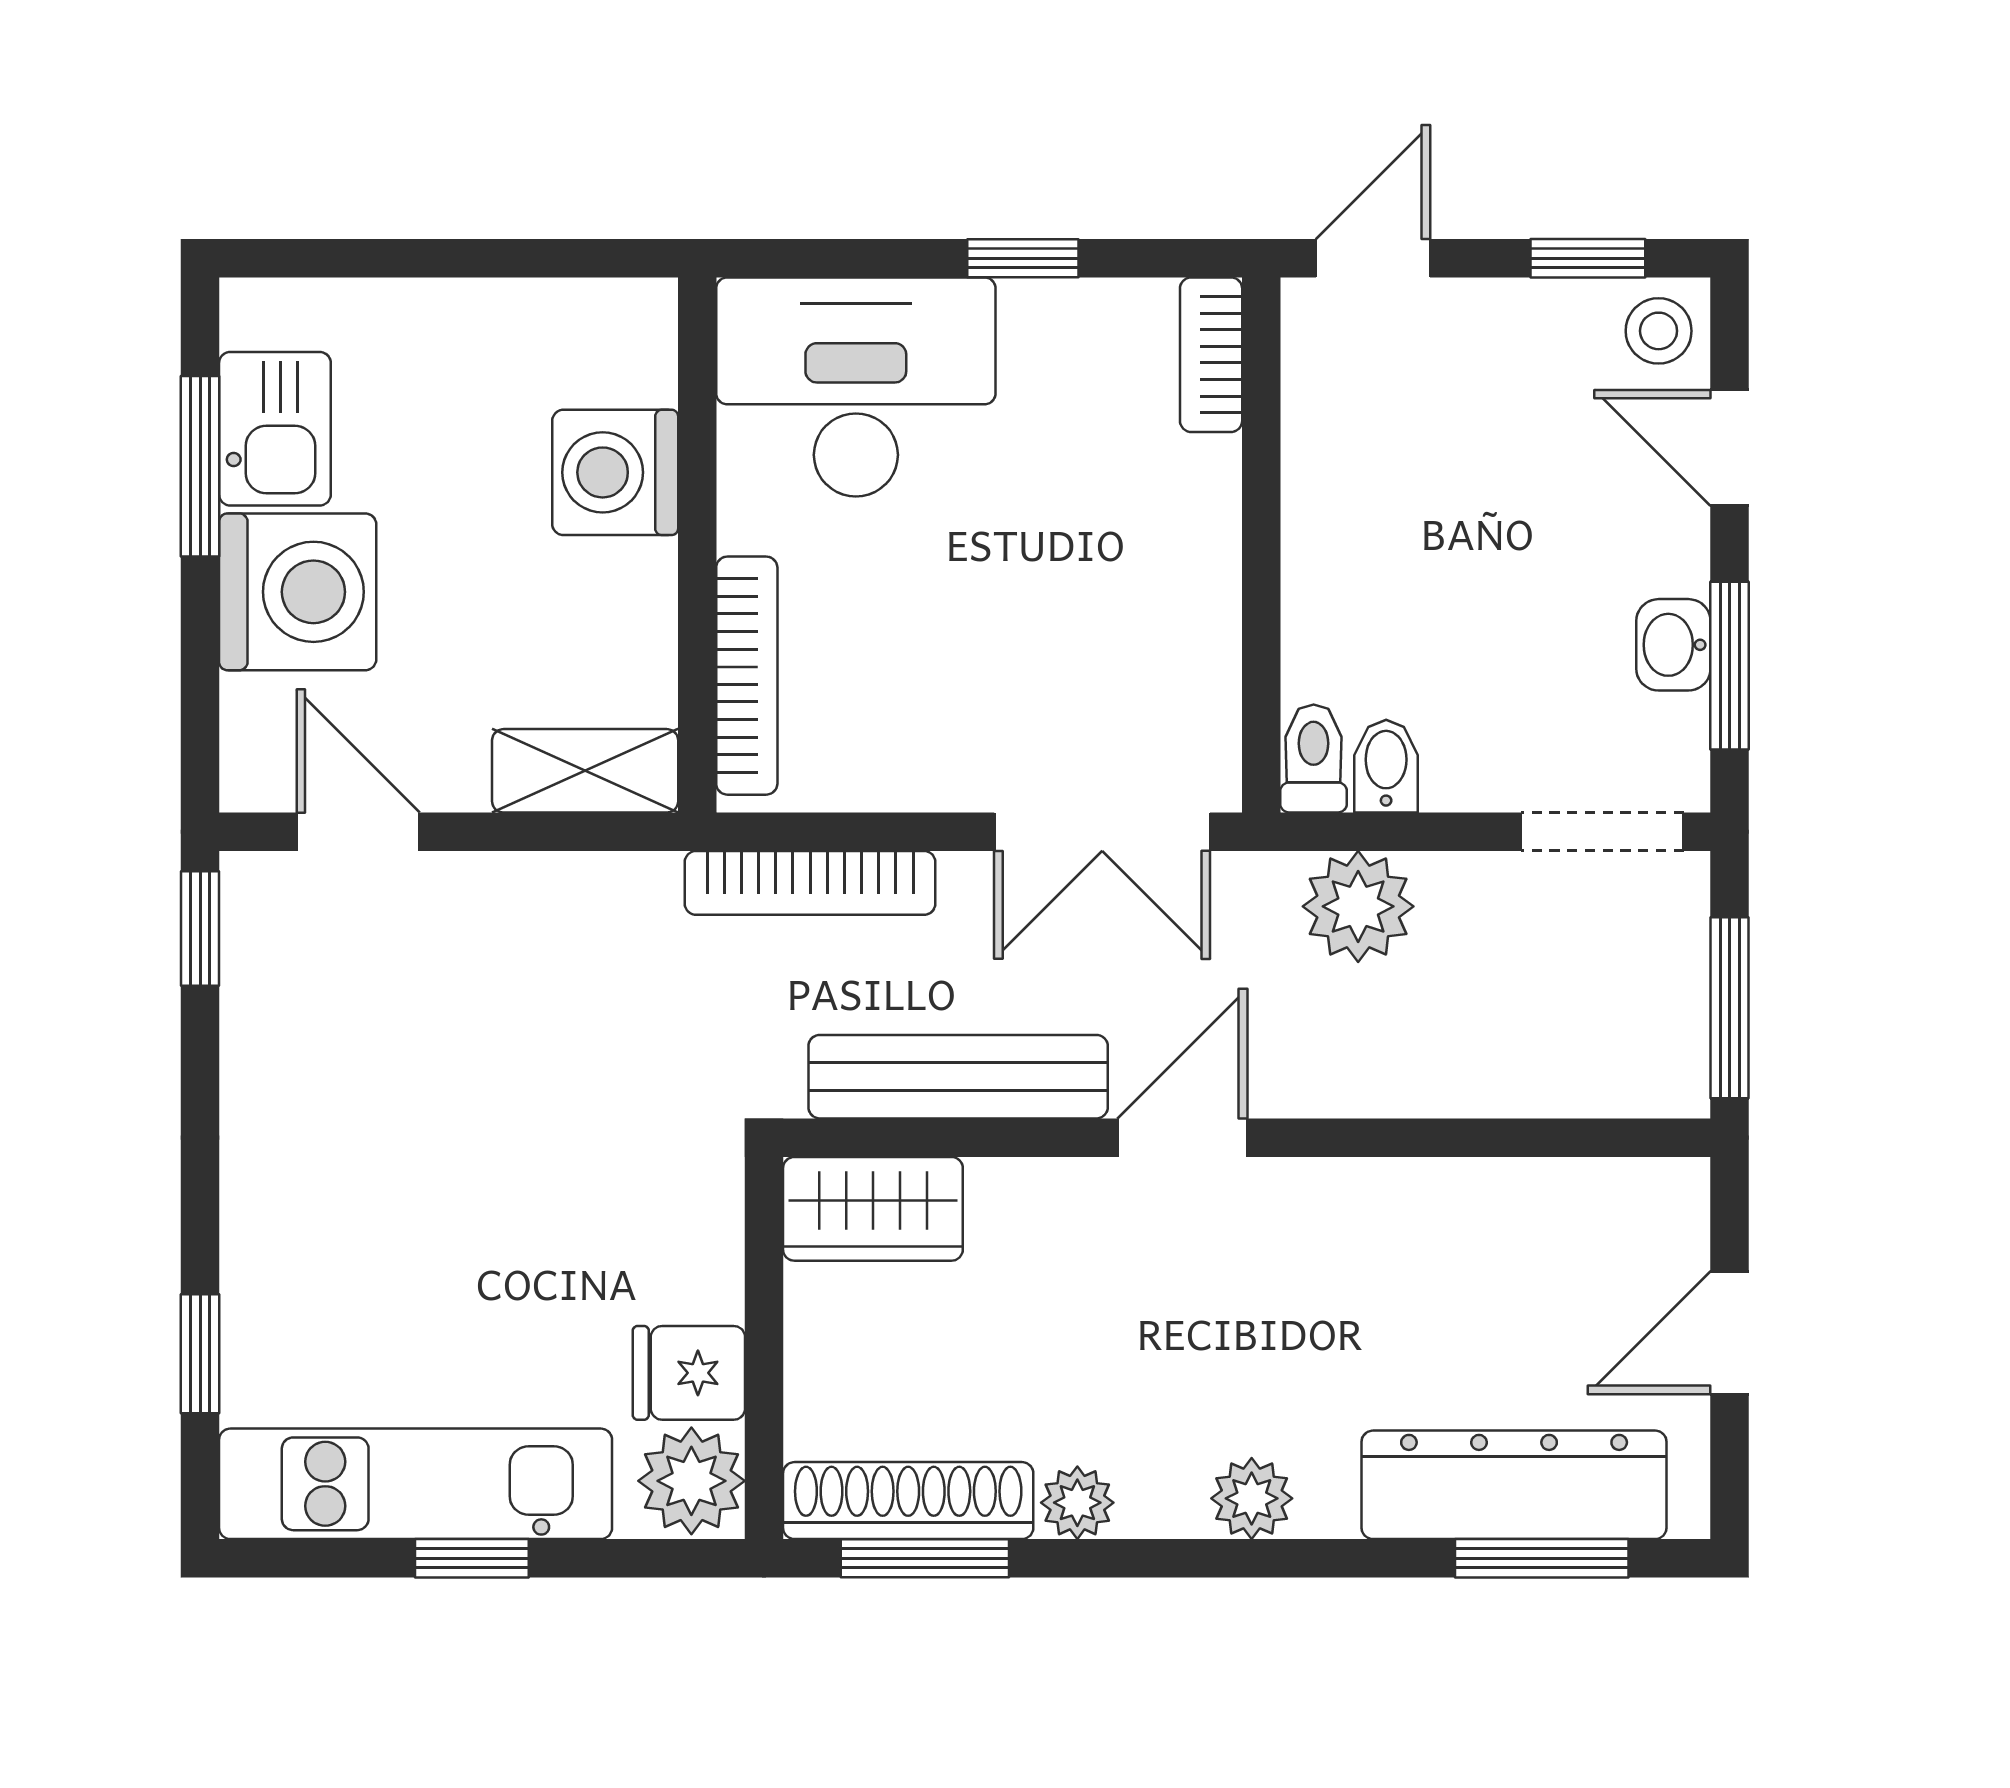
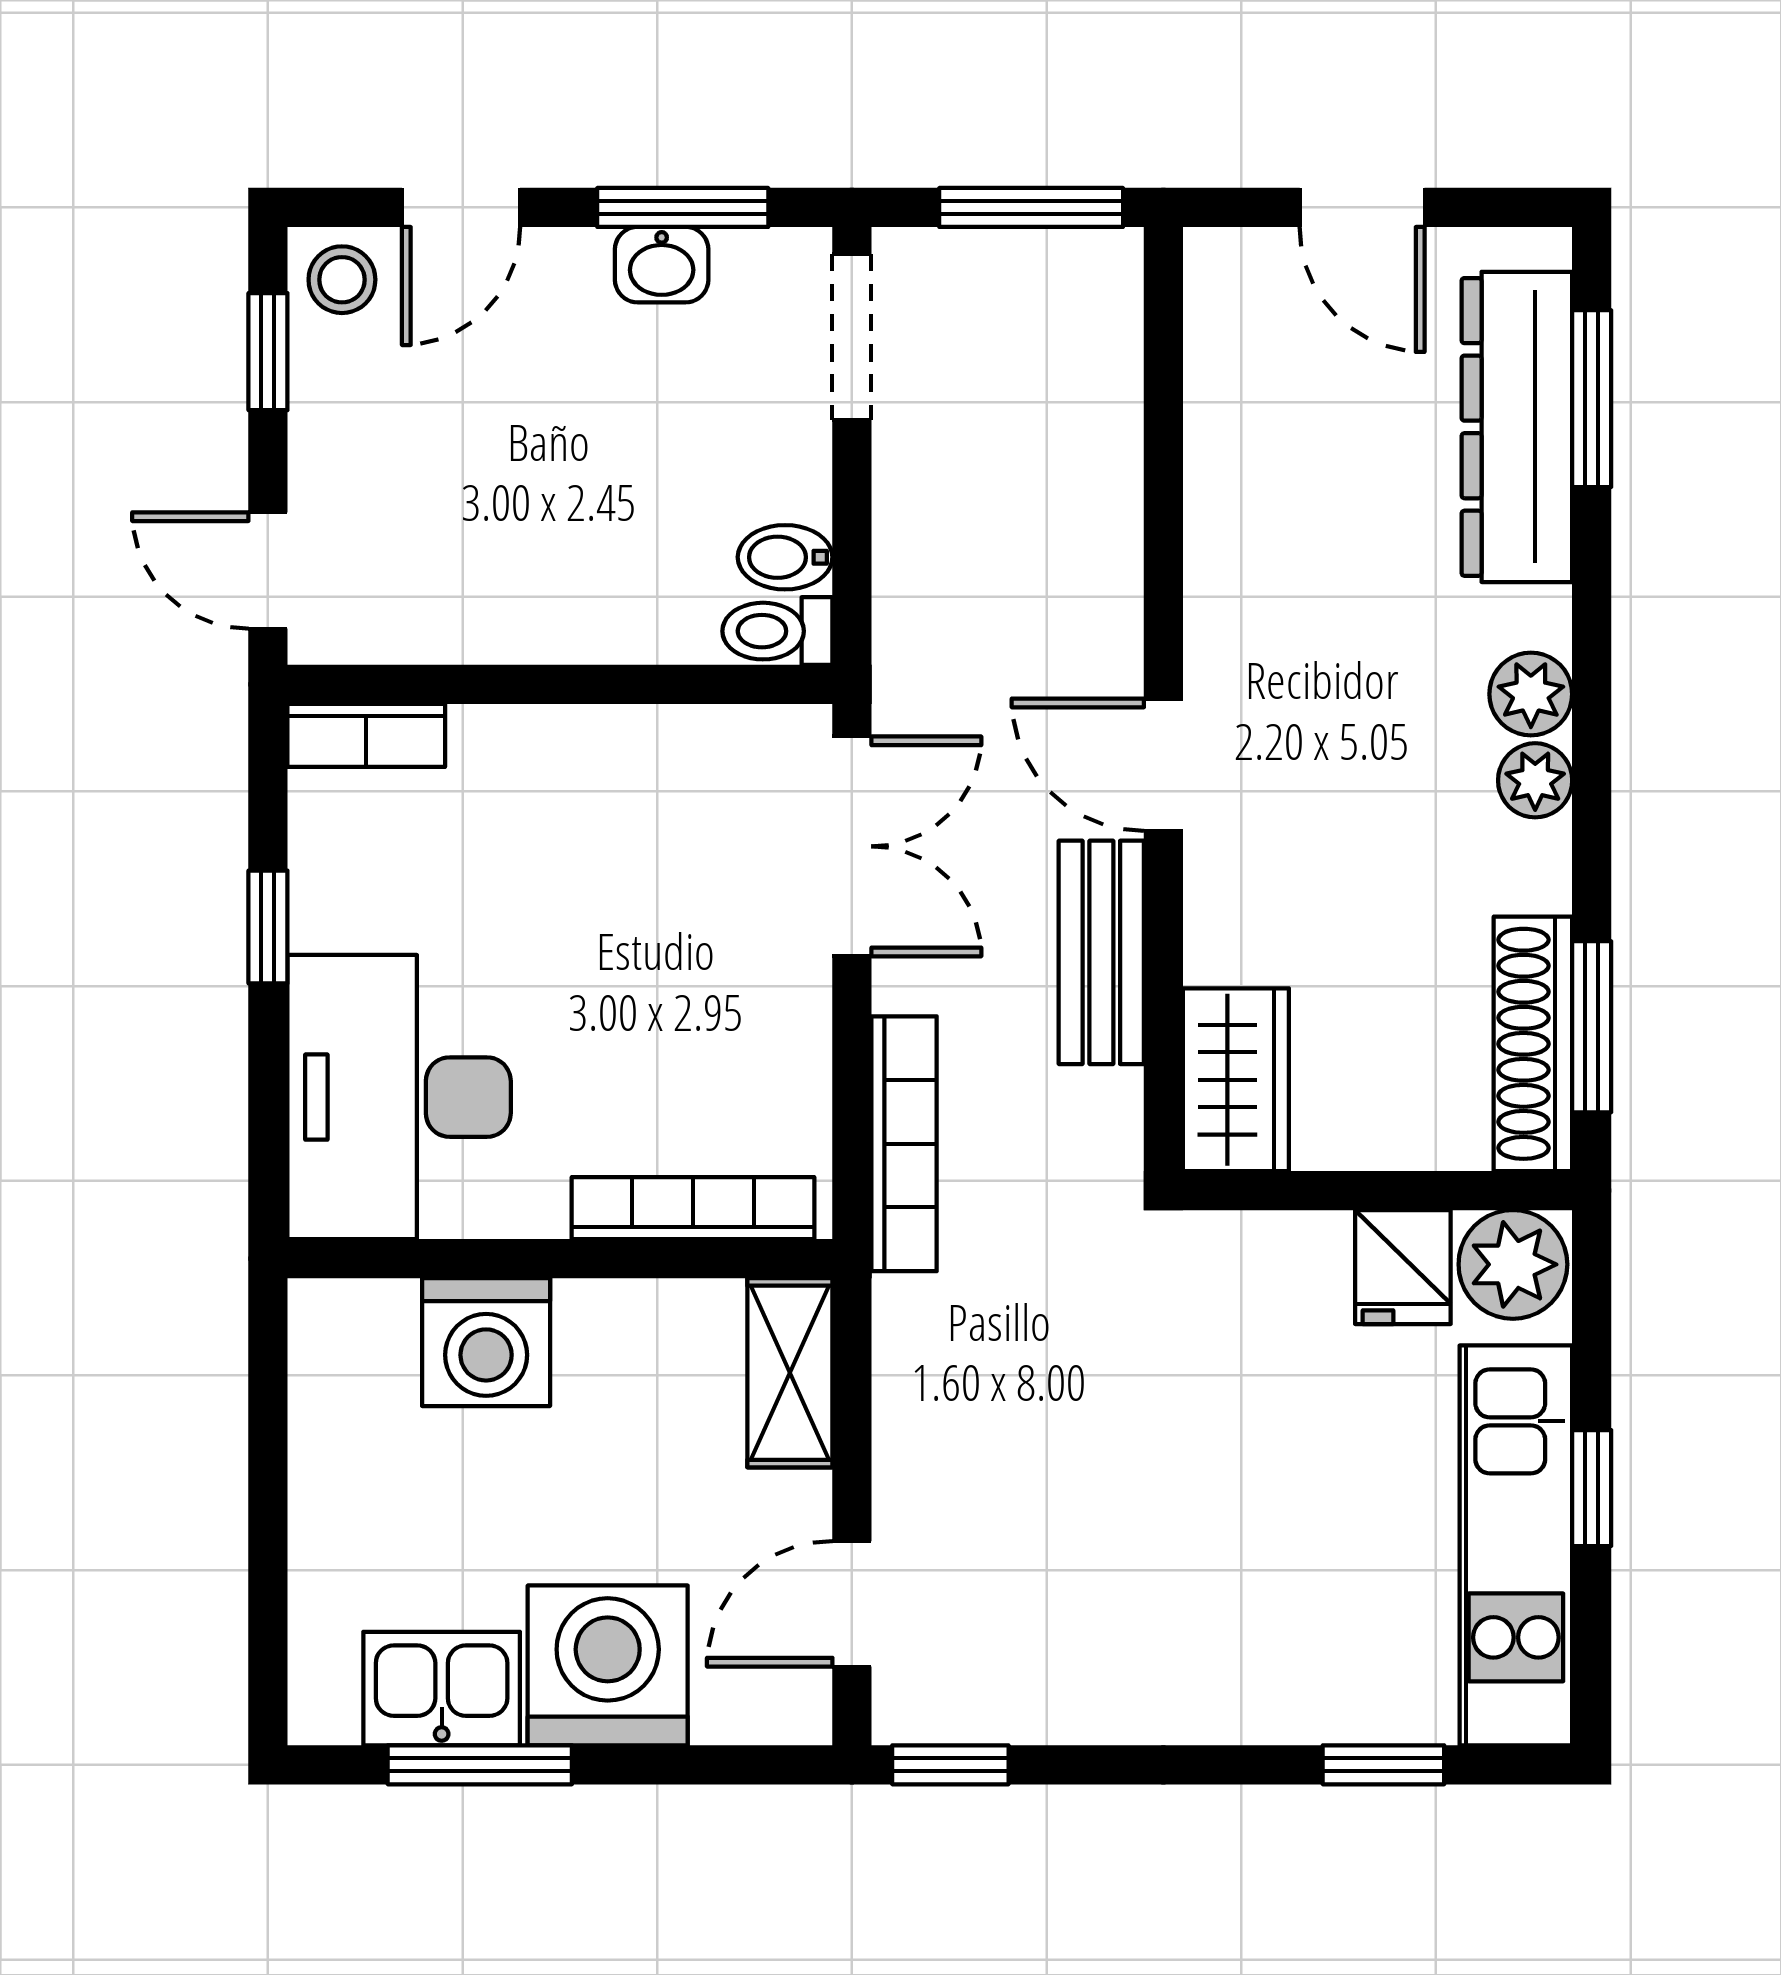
plant: (1358, 906) -> (928, 586), removed
bench: (958, 1077) -> (1101, 952), width x0.73
plant: (1077, 1503) -> (1535, 780), moved

